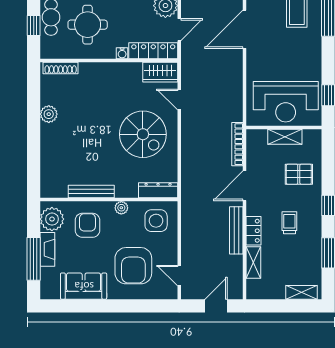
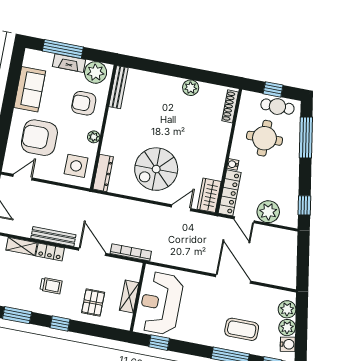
bench: (91, 191) -> (118, 87), moved
armchair: (87, 225) -> (84, 103), turned 180

